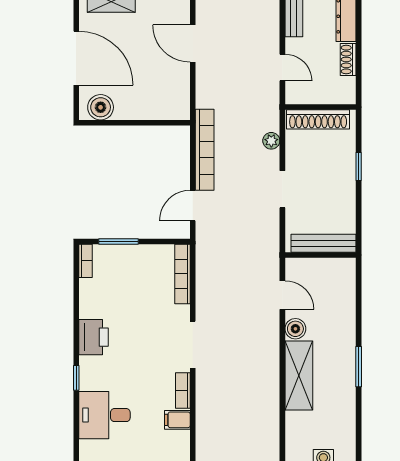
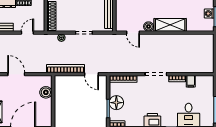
door: (193, 44) -> (16, 74), swing flipped
boiler: (101, 107) -> (46, 92), moved
floor lamp: (131, 259) -> (116, 103), added
door: (282, 295) -> (133, 33), swing flipped

